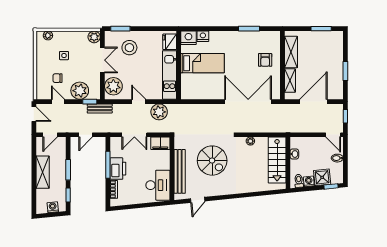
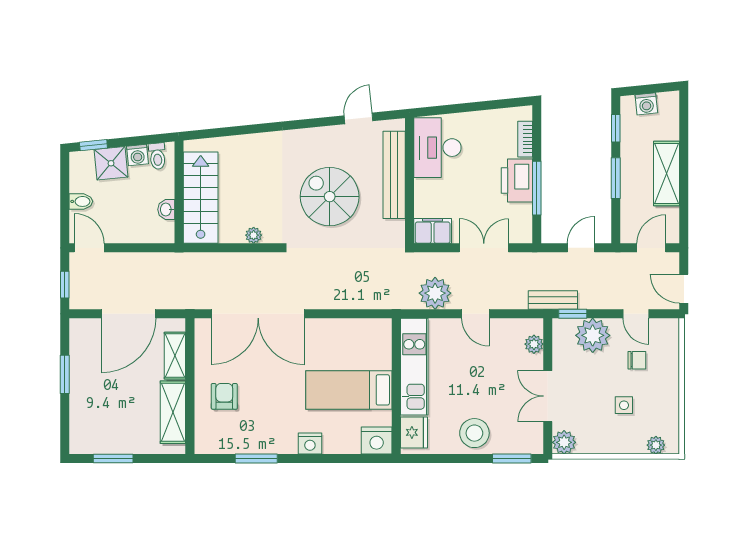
nightstand: (203, 36) -> (310, 444), moved
stool: (129, 48) -> (474, 433), moved
plant: (113, 86) -> (534, 344), width x0.53, depth x0.53

